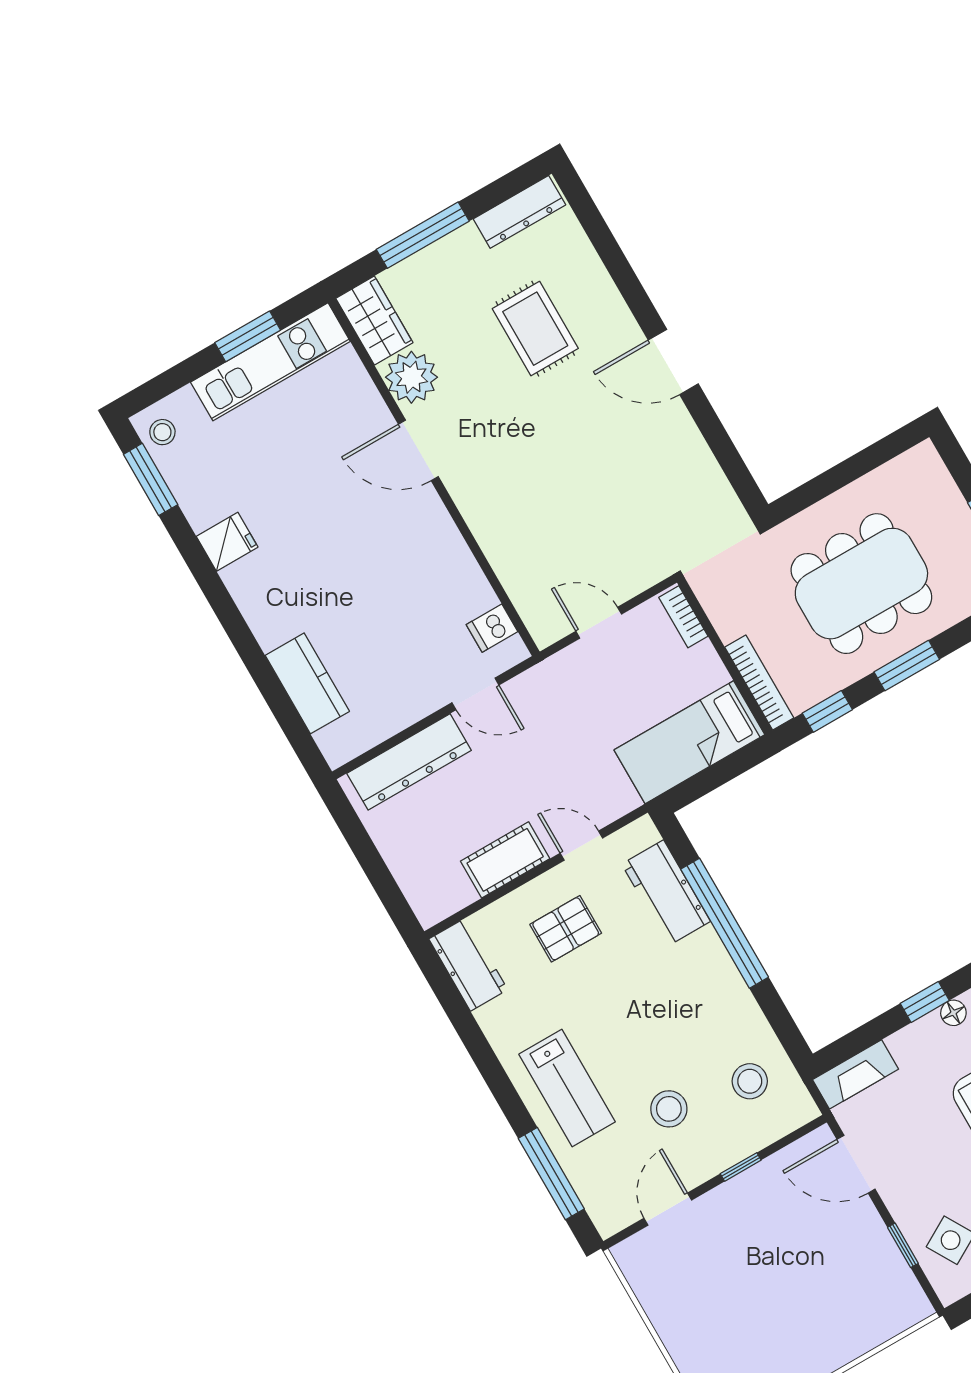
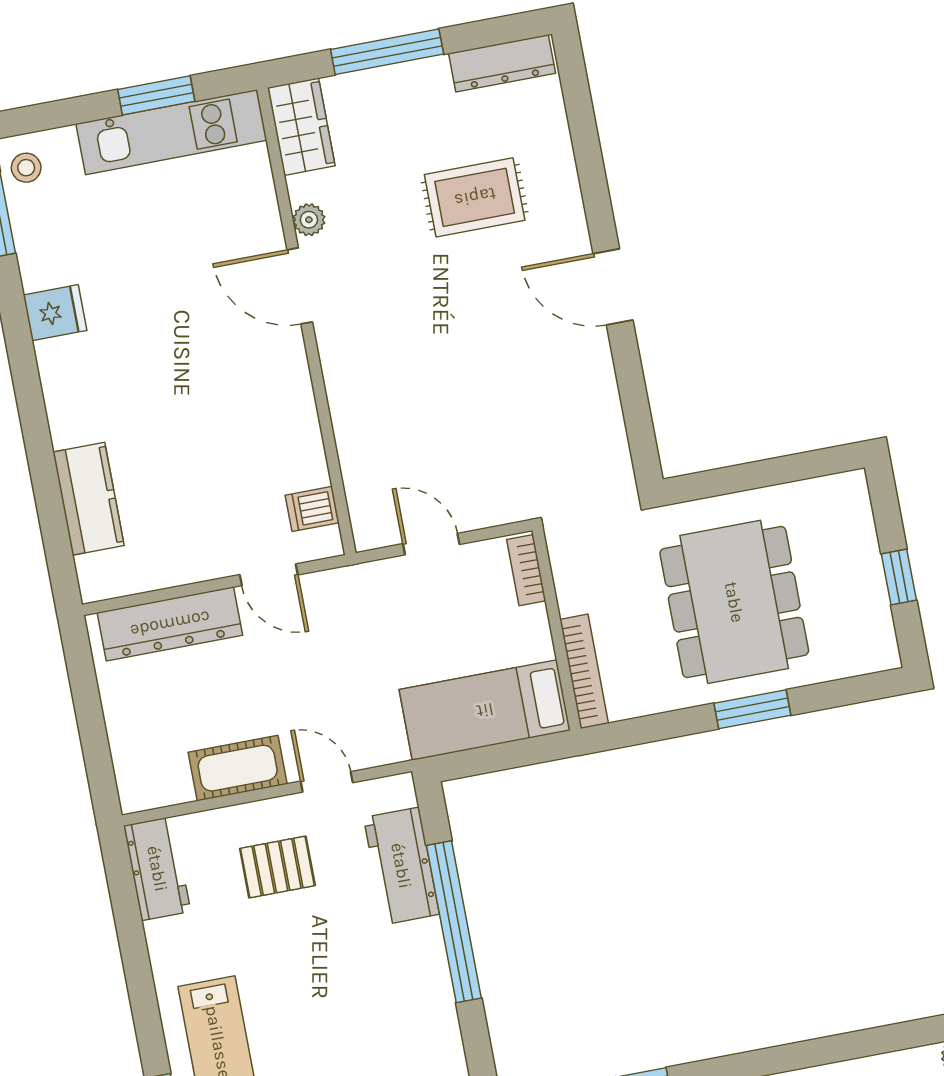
rug: (535, 329) -> (475, 197), turned 90
plant: (411, 377) -> (309, 220), width x0.53, depth x0.53
dining table: (861, 584) -> (734, 602), turned 90
window: (827, 711) -> (648, 729), removed

